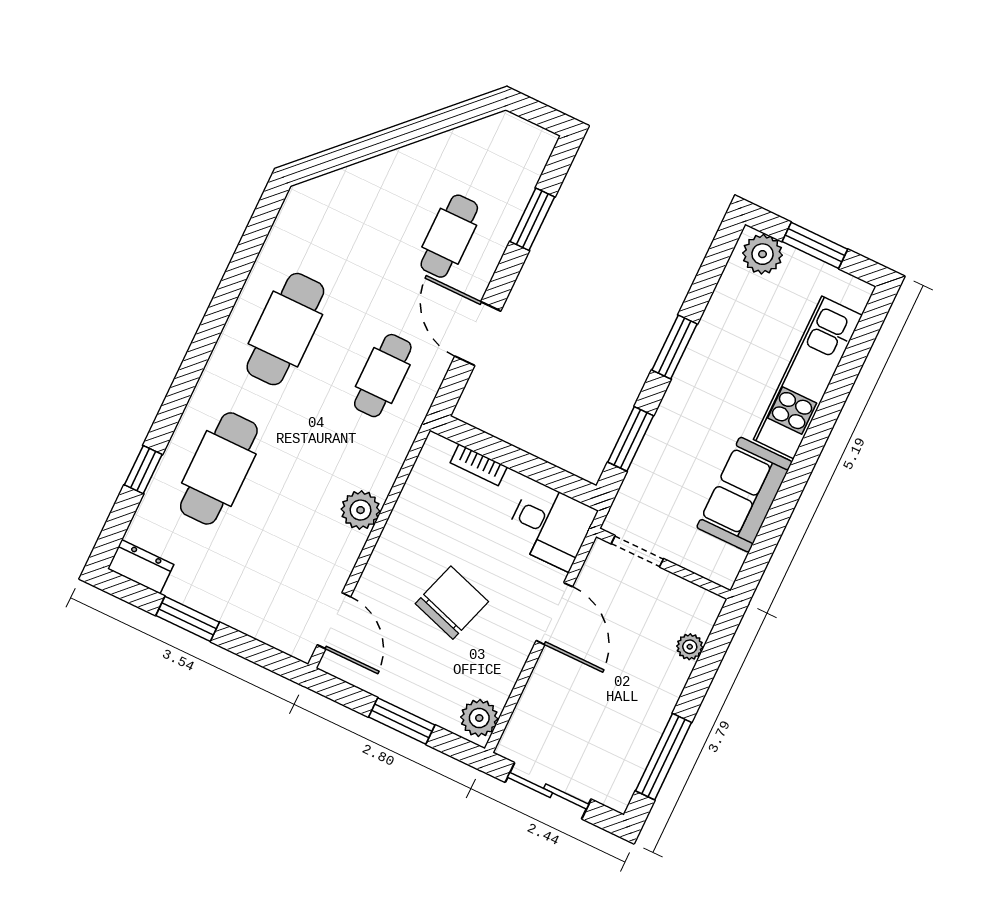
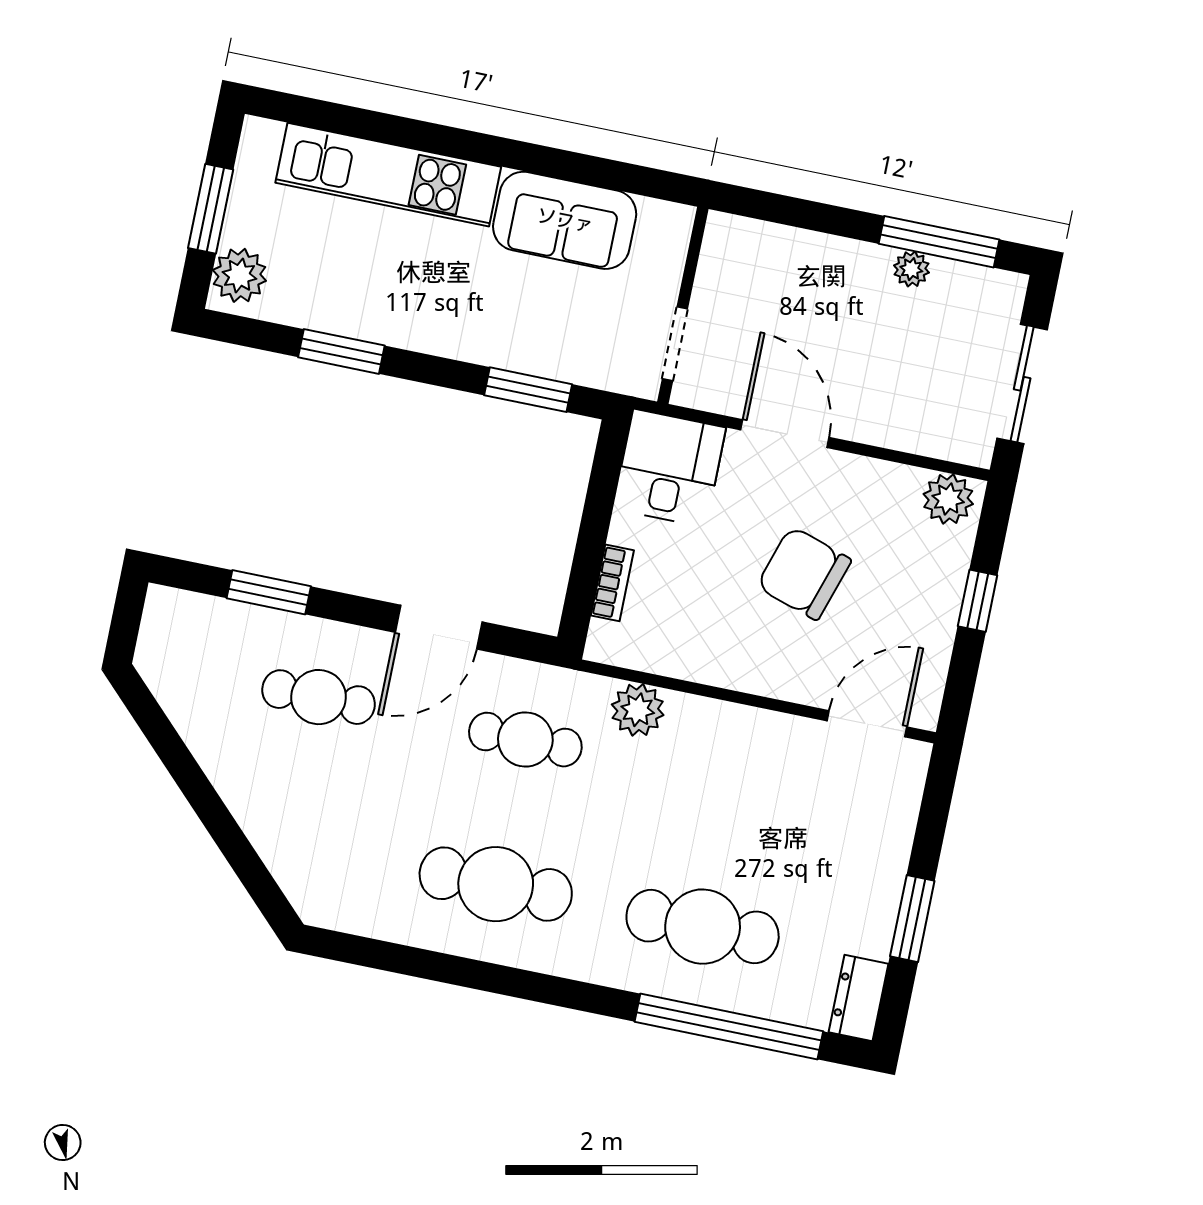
window: (674, 347) -> (341, 351), moved
window: (143, 470) -> (729, 1027), width x3.17
plant: (361, 510) -> (638, 710), moved
door: (554, 614) -> (785, 434), hinge flipped
plant: (690, 647) -> (911, 269), moved
window: (402, 721) -> (978, 601), width x0.67

